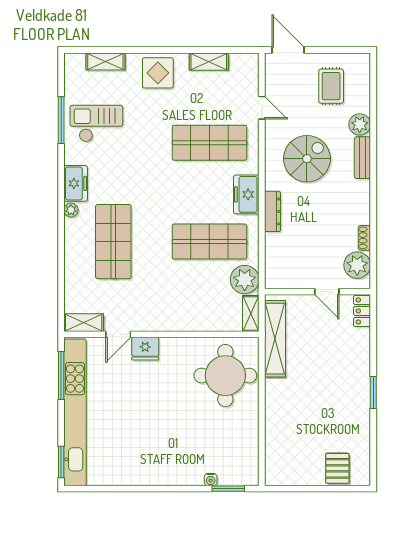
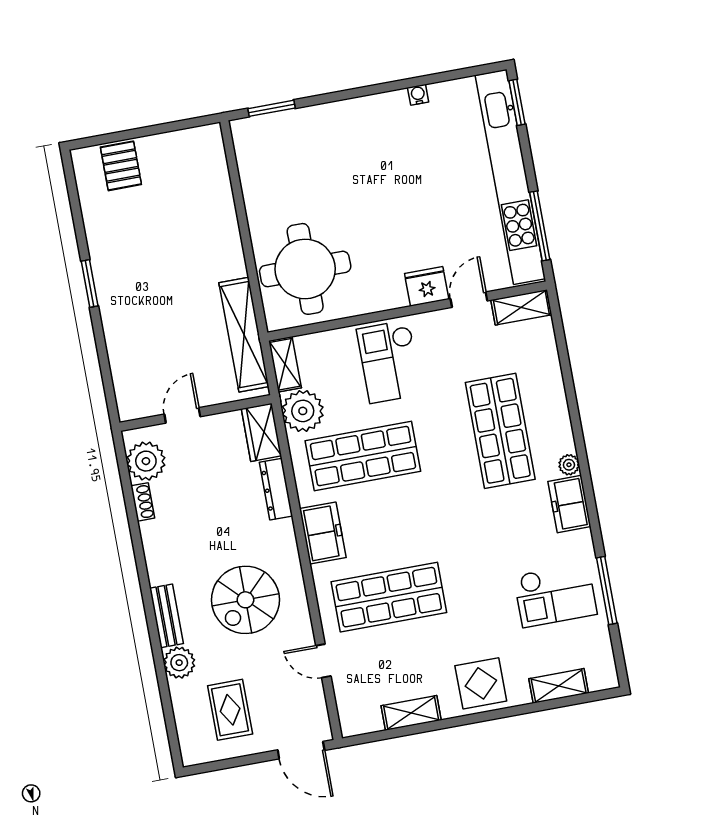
dresser: (272, 211) -> (276, 489), moved
wardrobe: (275, 270) -> (261, 432), added
door: (327, 292) -> (182, 415), hinge flipped
checkout: (180, 302) -> (389, 362), added
locker: (362, 311) -> (127, 397), removed
water cooler: (211, 480) -> (418, 95), moved

